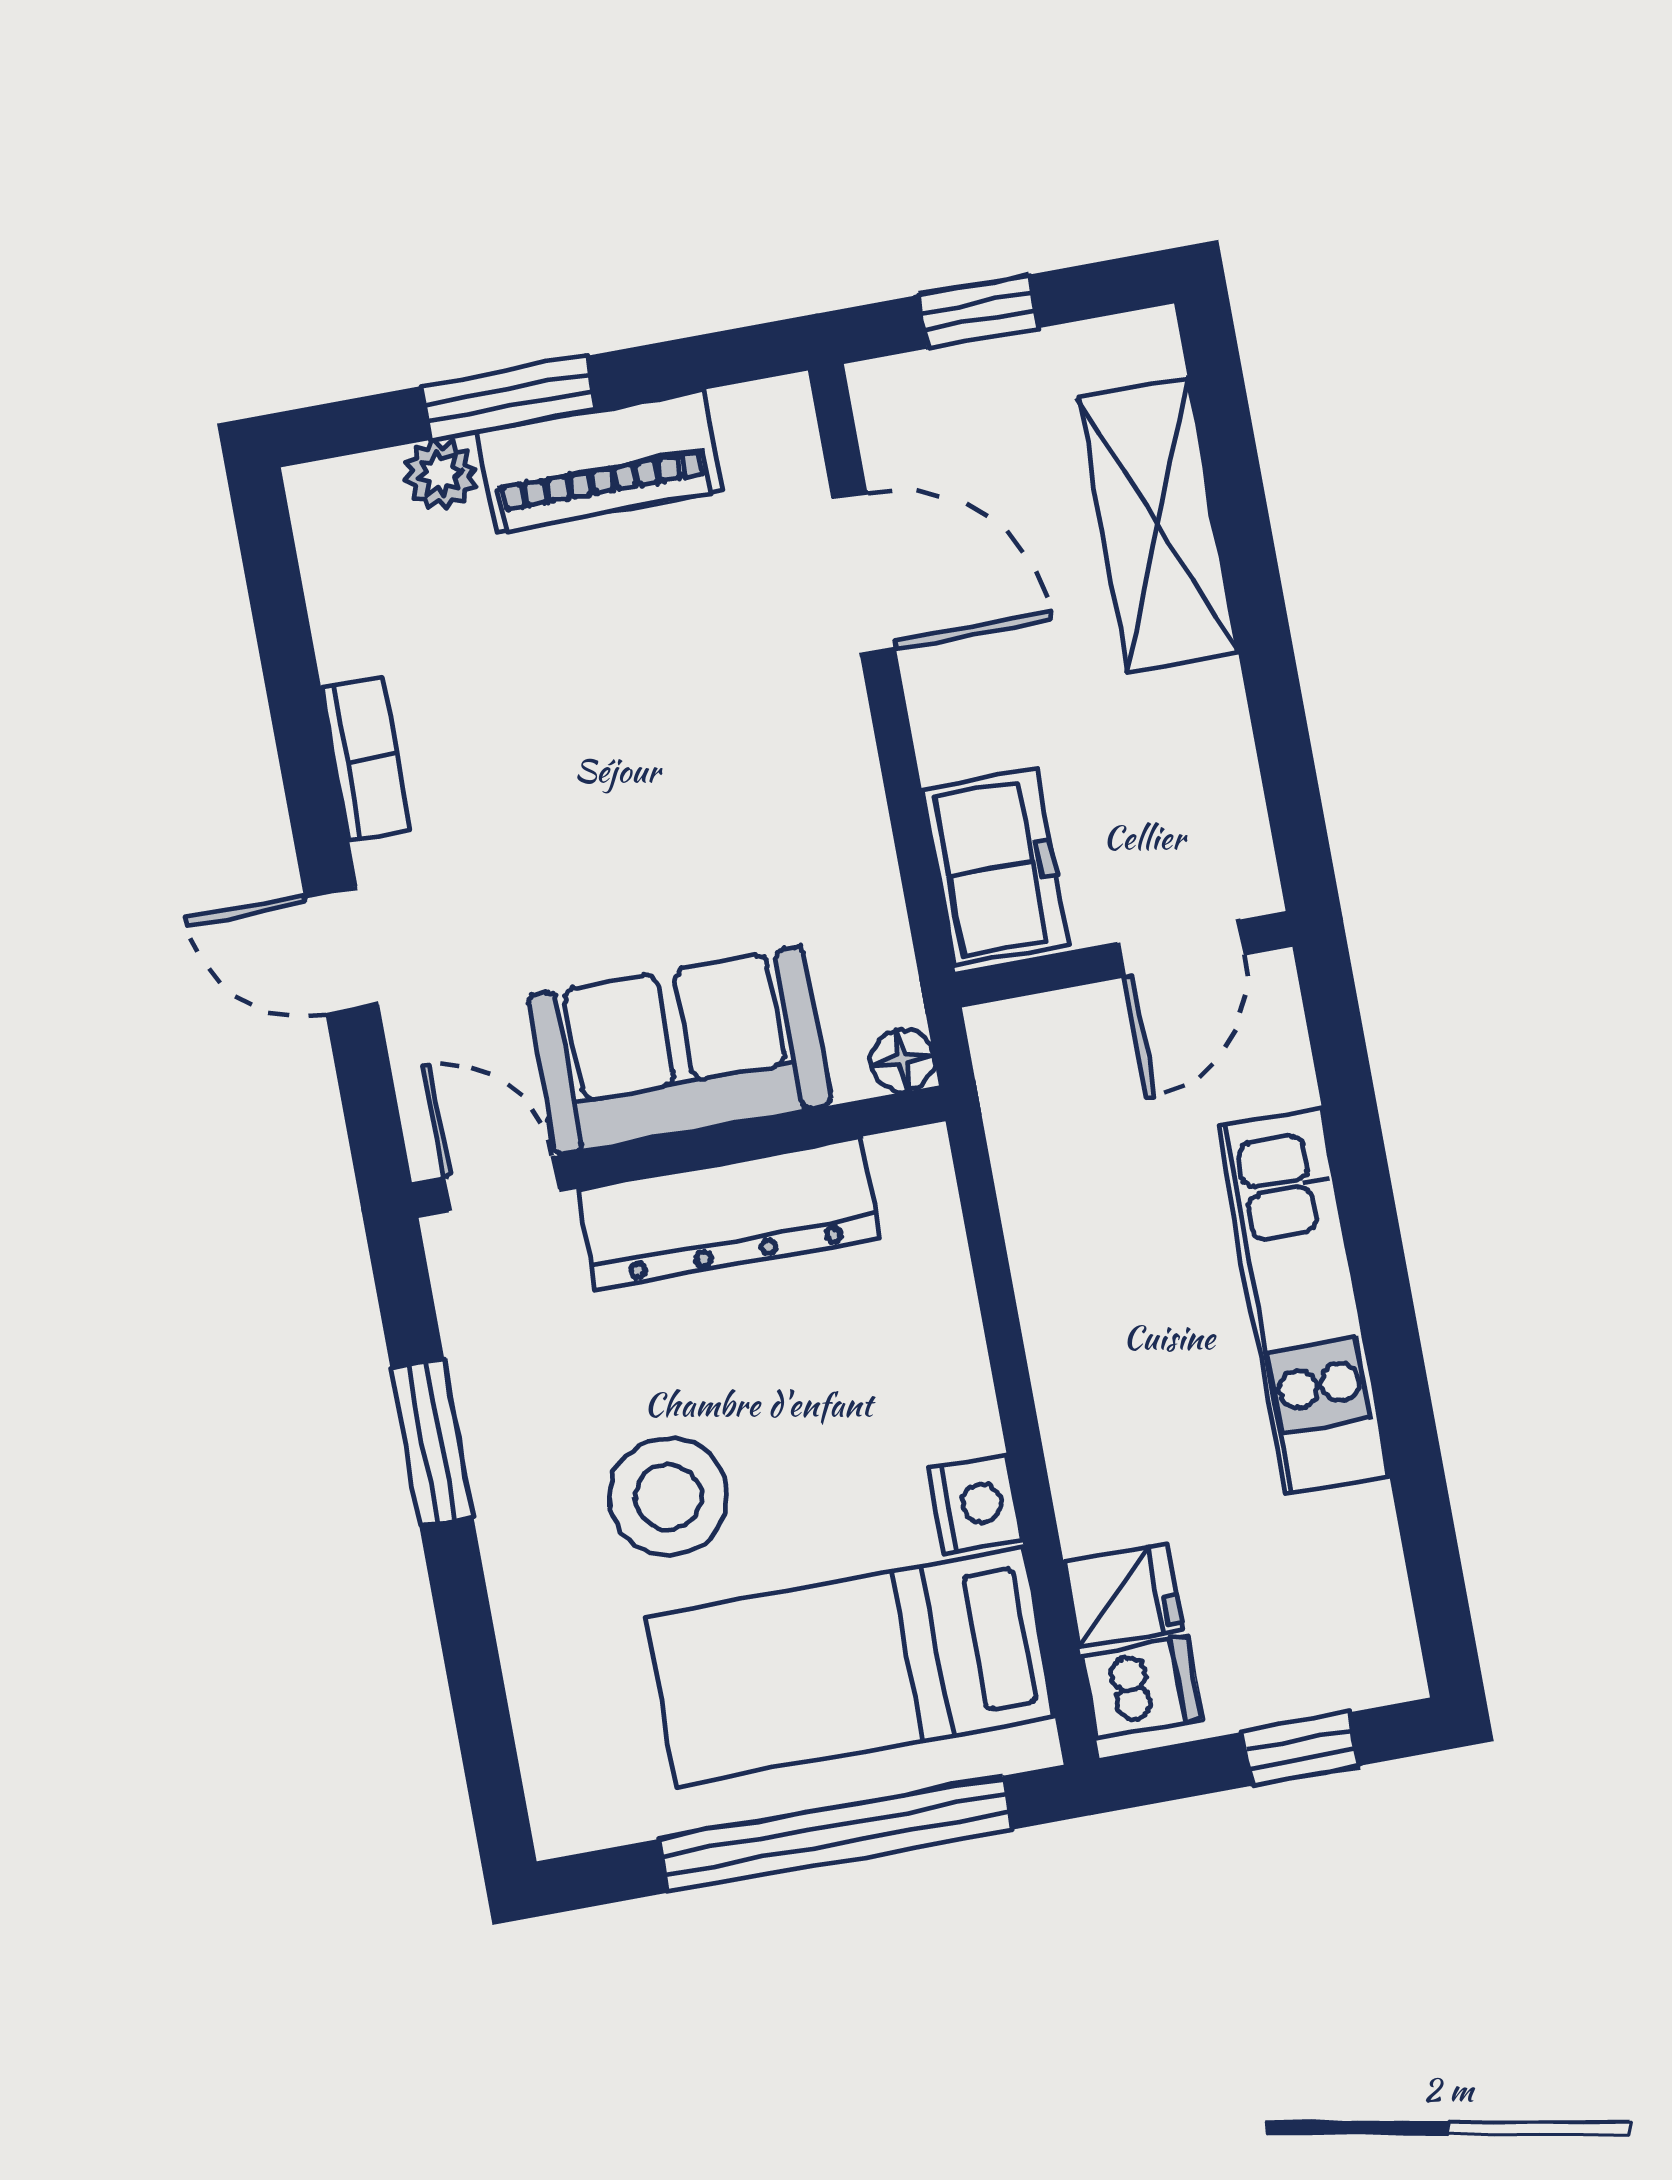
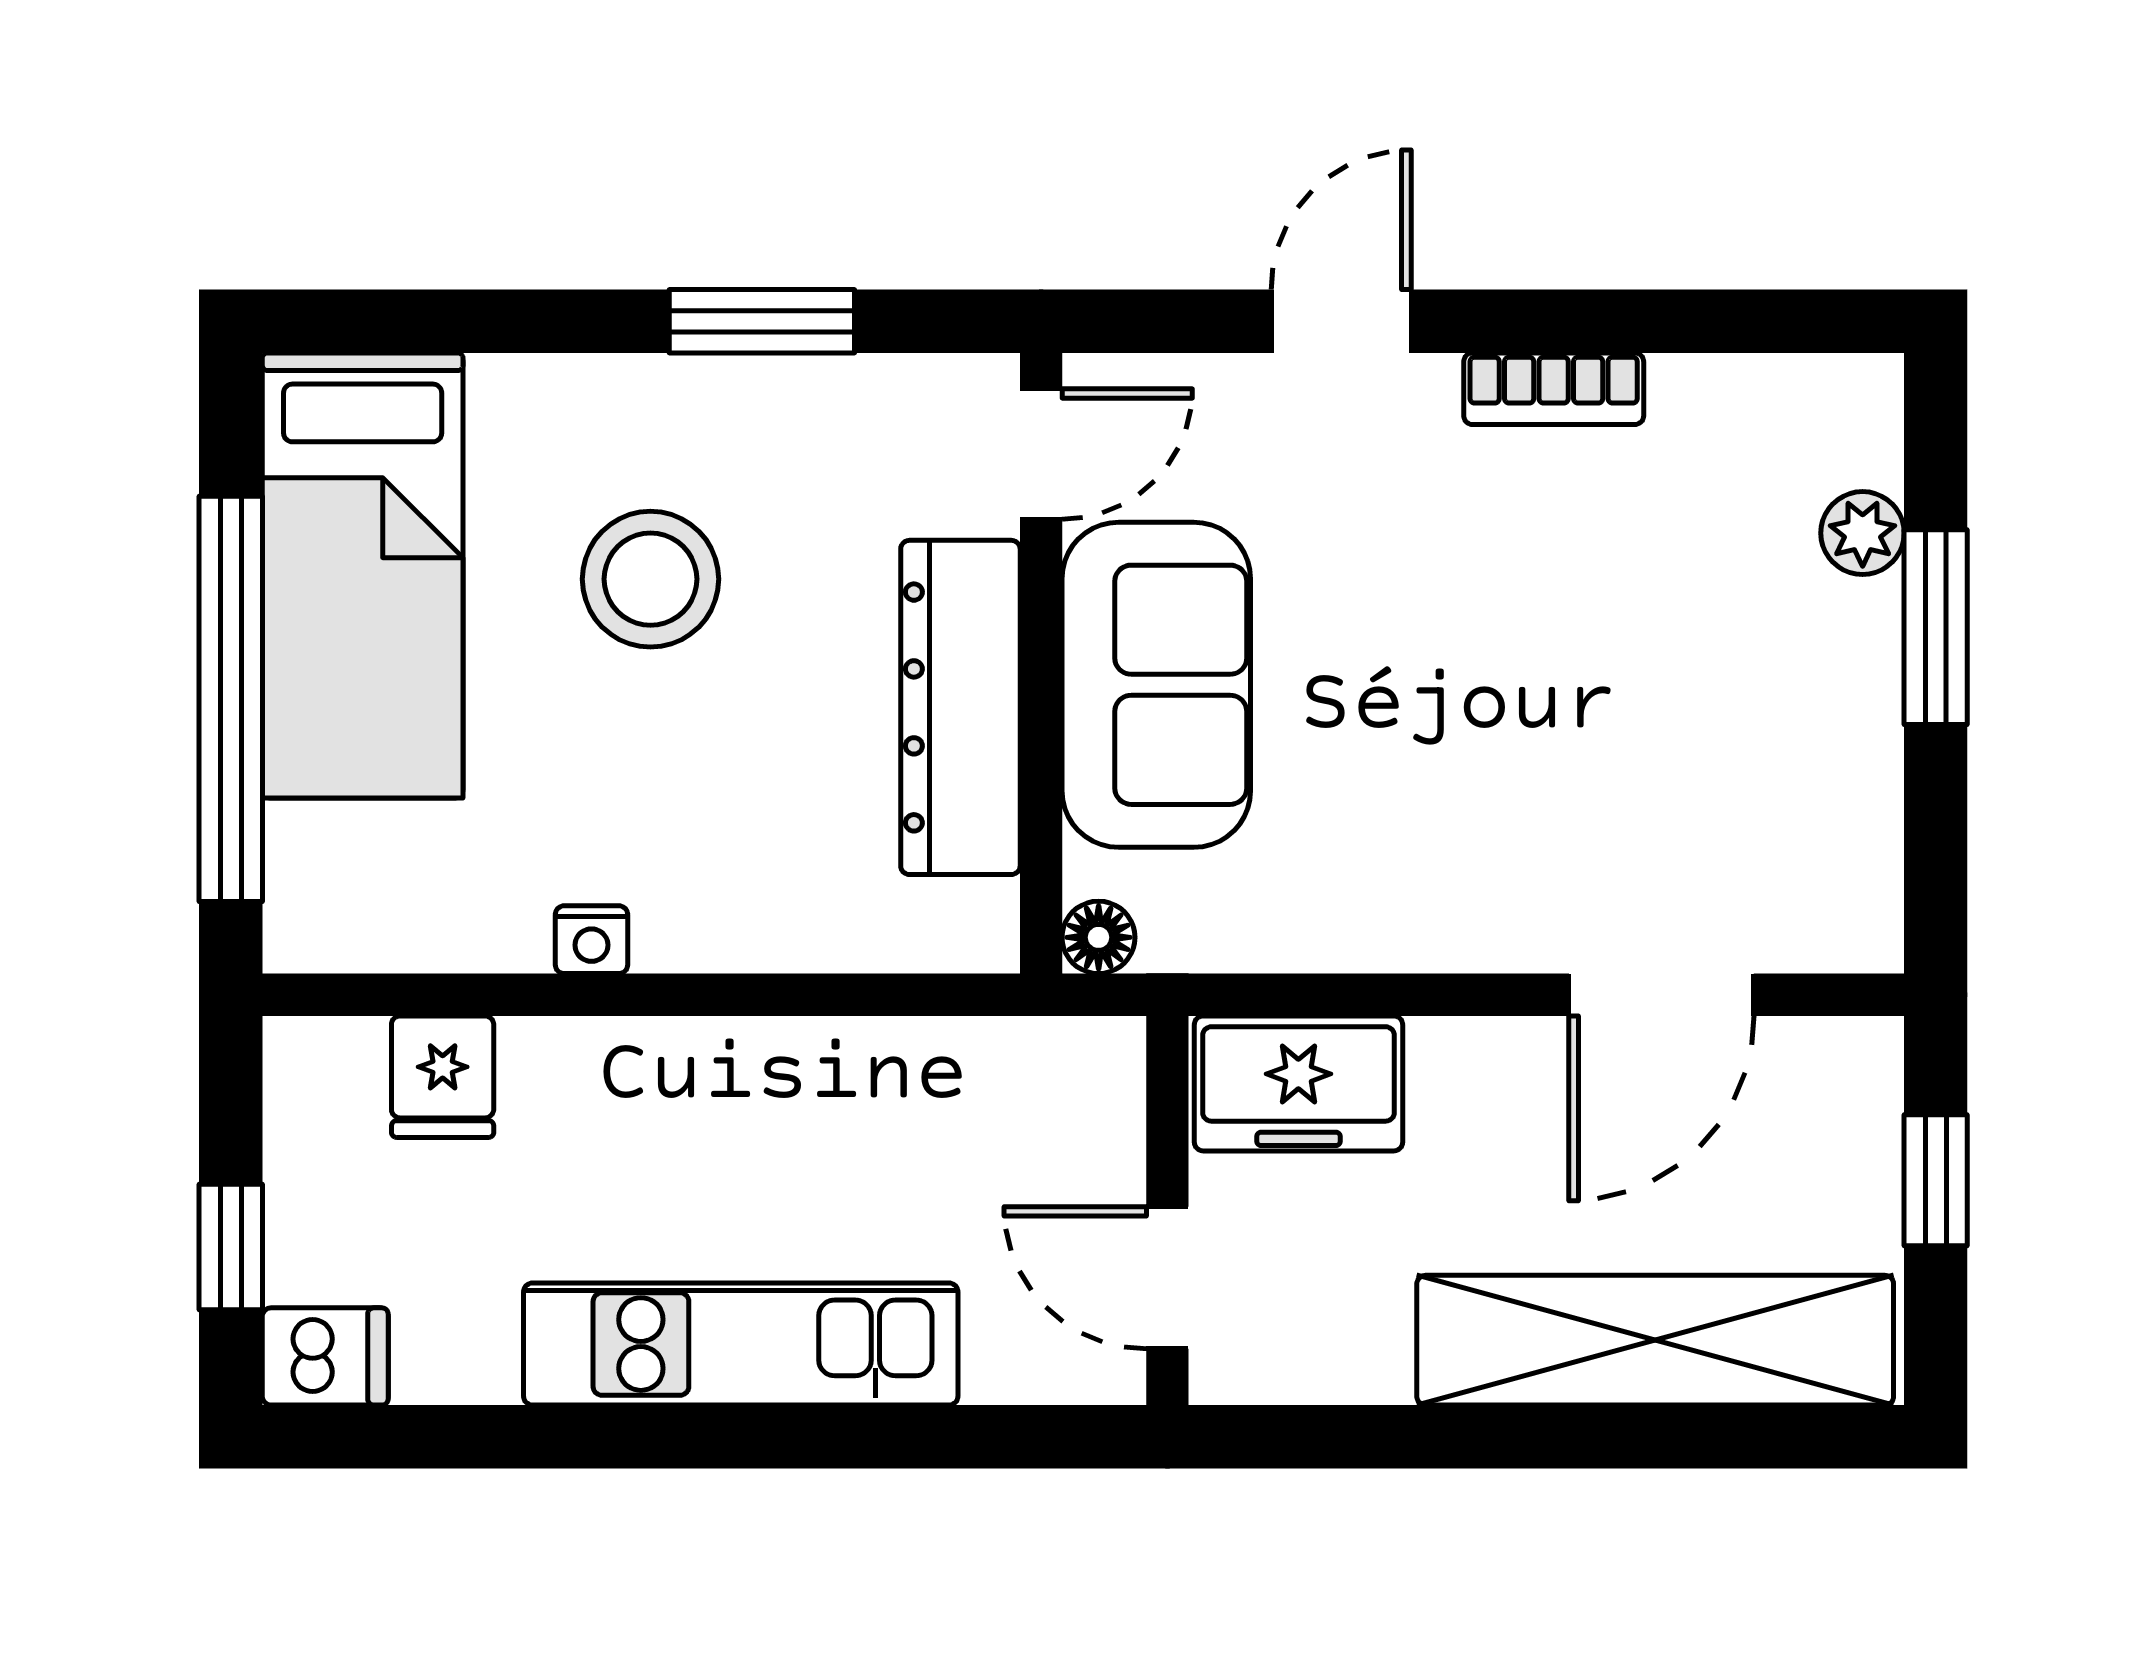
piano: (599, 461) -> (1844, 717), removed
shelving: (1158, 525) -> (1655, 1340), width x1.47
nightstand: (976, 1504) -> (591, 940), width x0.72, depth x0.74
bed: (850, 1667) -> (363, 576), moved, turned 180
dishwasher: (1142, 1687) -> (325, 1356), moved, turned -90

